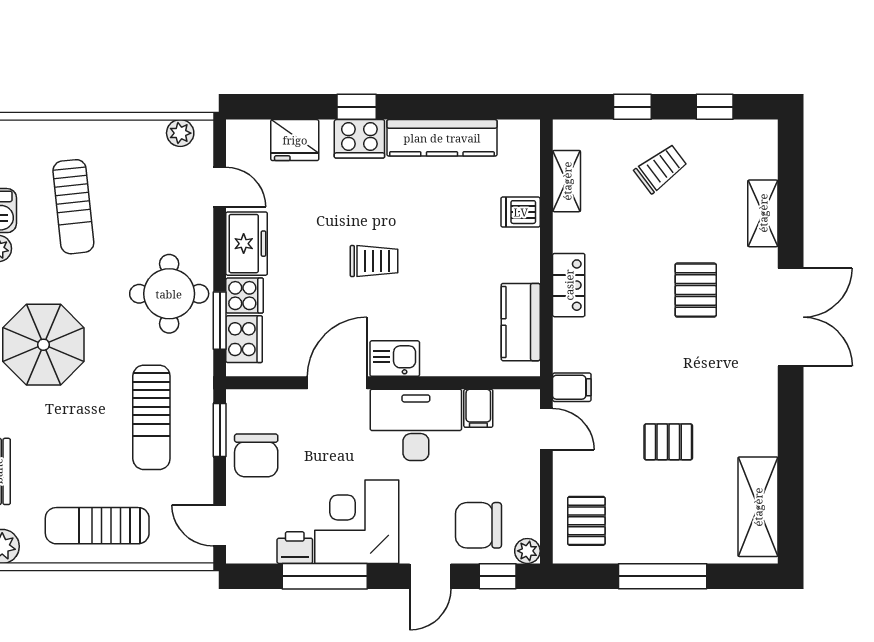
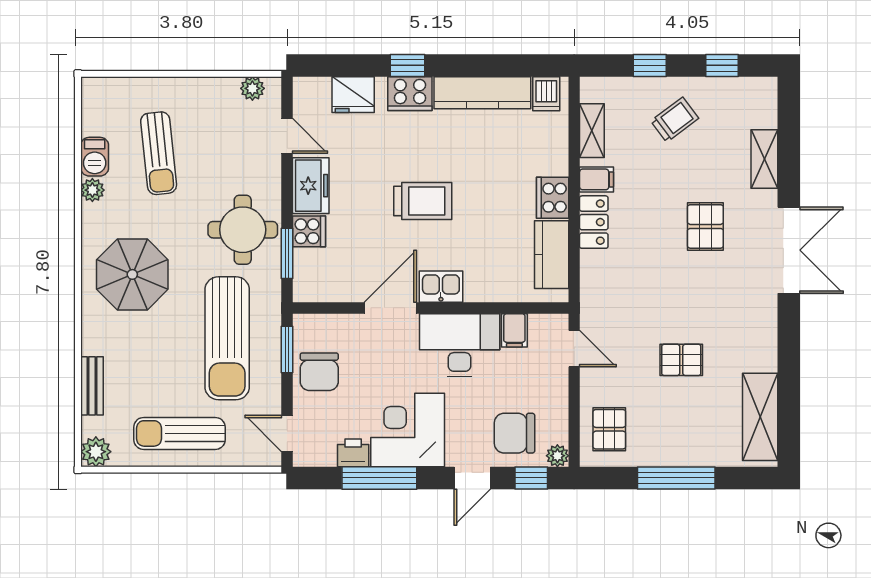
dishwasher: (521, 212) -> (546, 94), moved, turned -90
trolley: (374, 261) -> (423, 201), width x1.36, depth x1.39
cooker: (244, 339) -> (553, 198), moved, turned 180
filing cabinet: (572, 387) -> (597, 179), moved
sun lounger: (151, 417) -> (227, 338), width x1.36, depth x1.34

